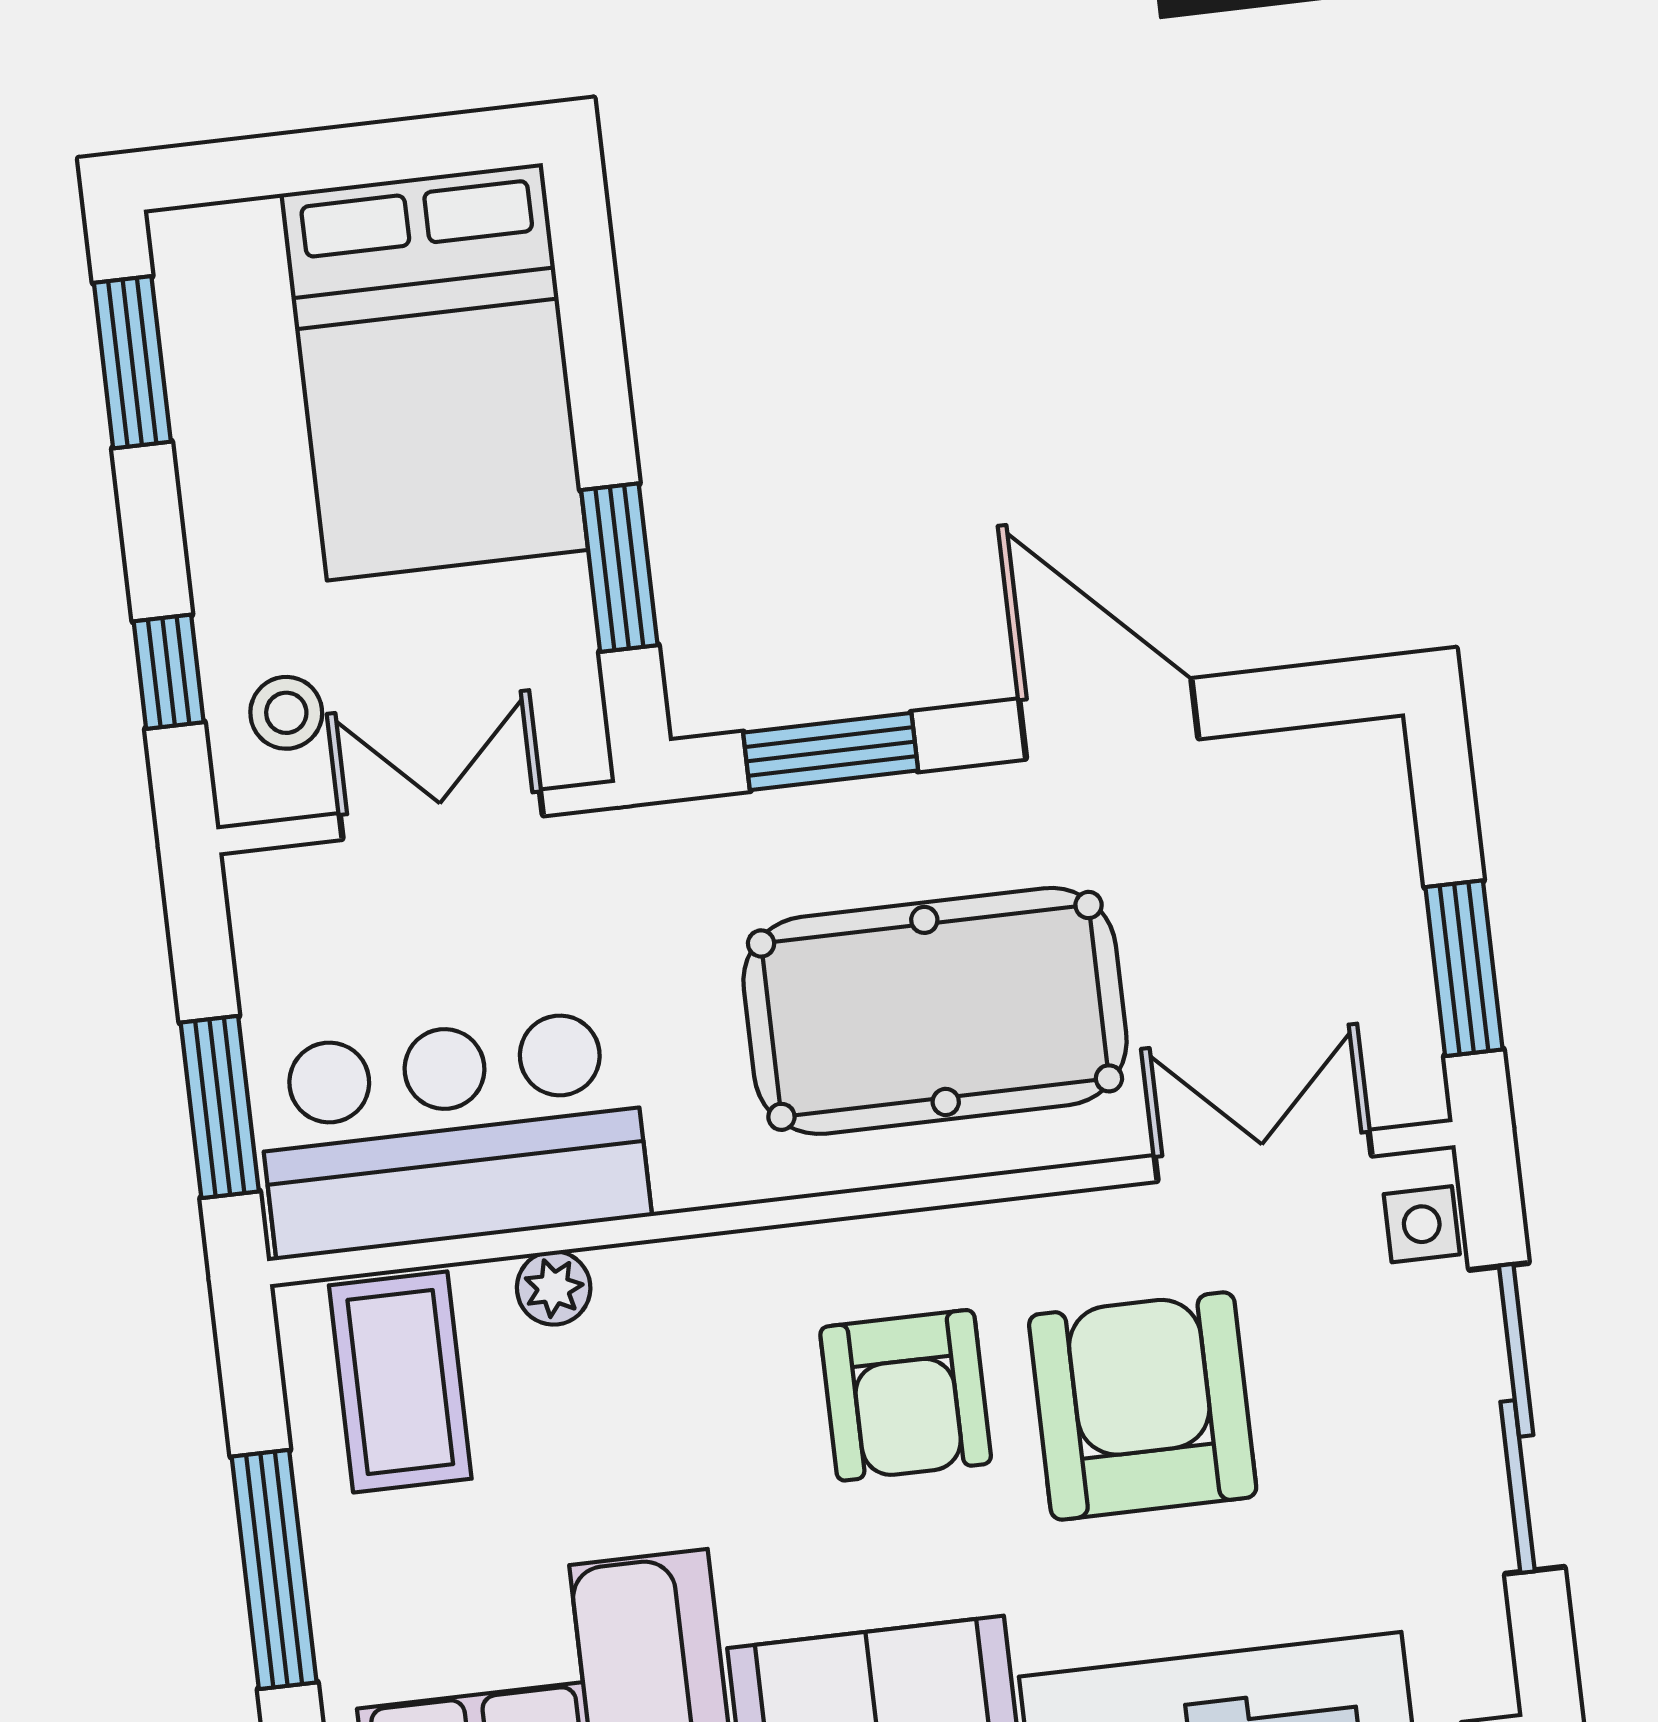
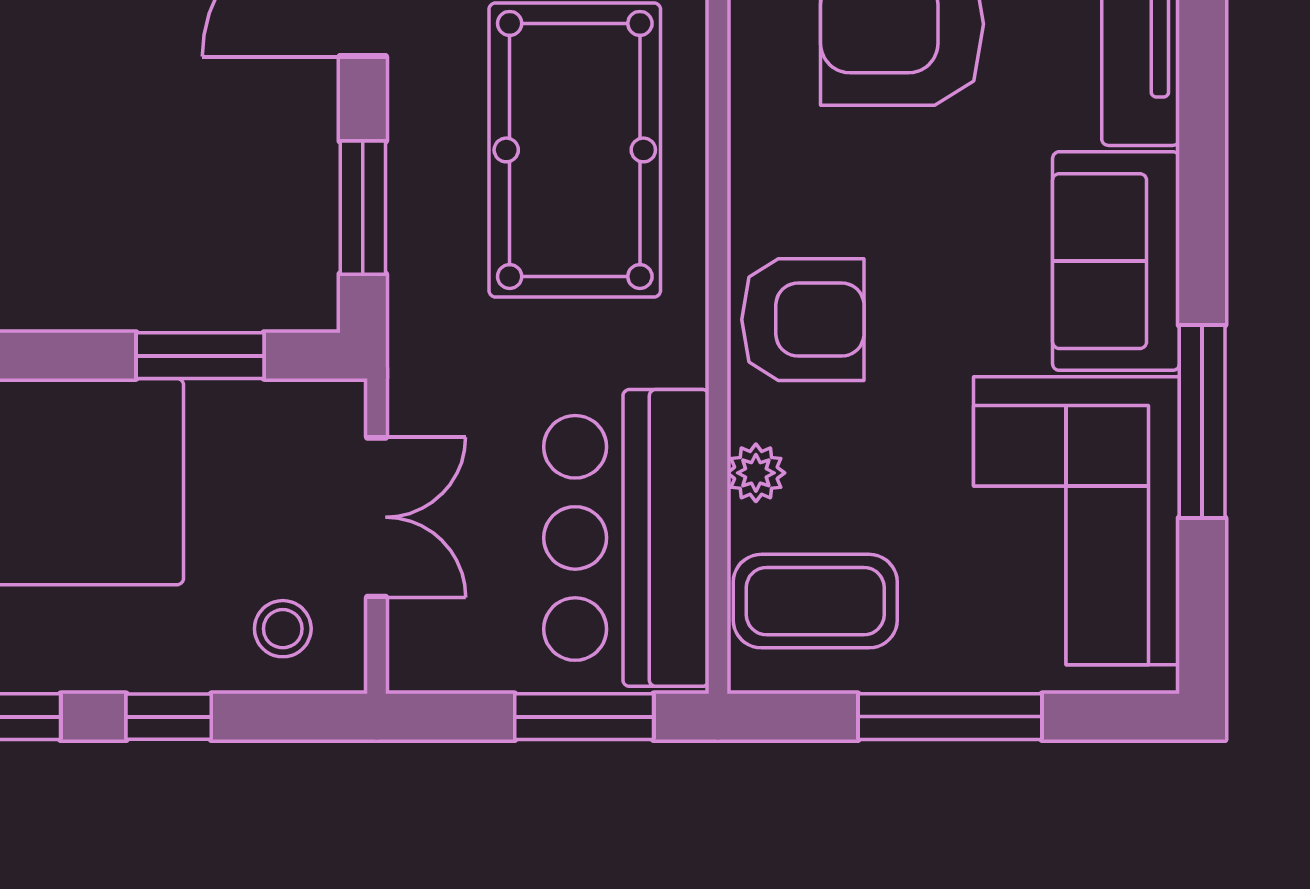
window: (169, 672) -> (169, 717), moved
double door: (441, 815) -> (377, 517), swing flipped
armchair: (906, 1395) -> (803, 320), moved

